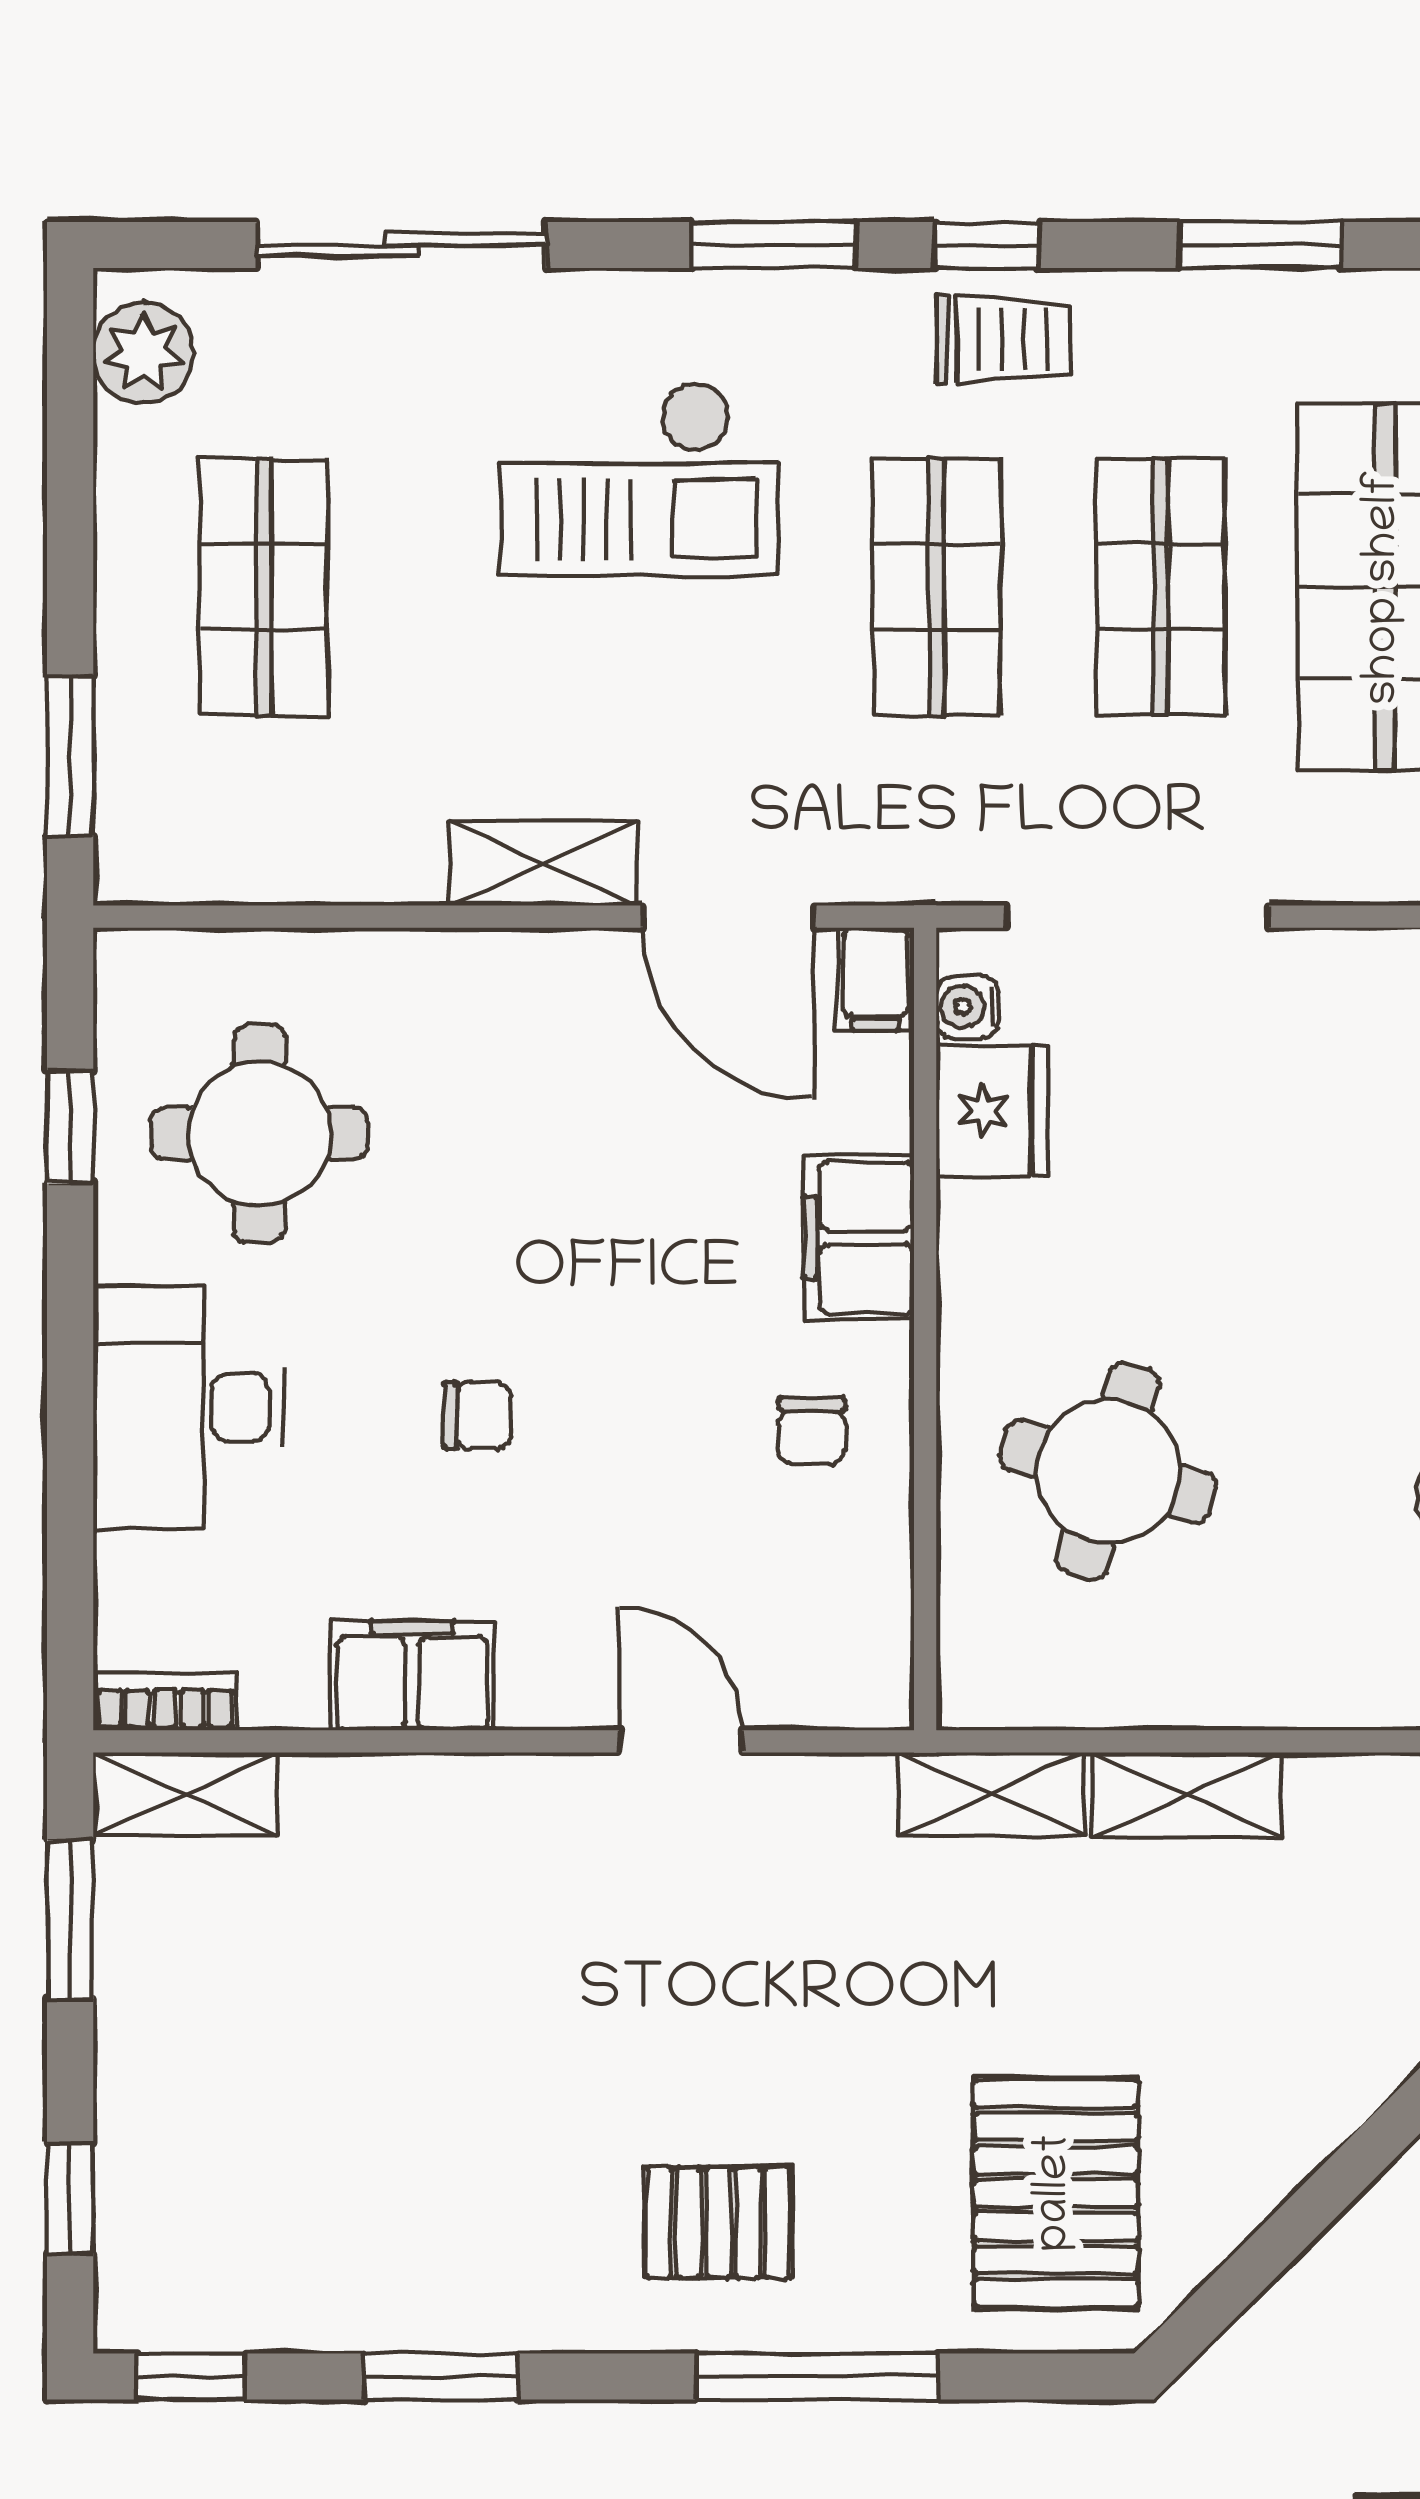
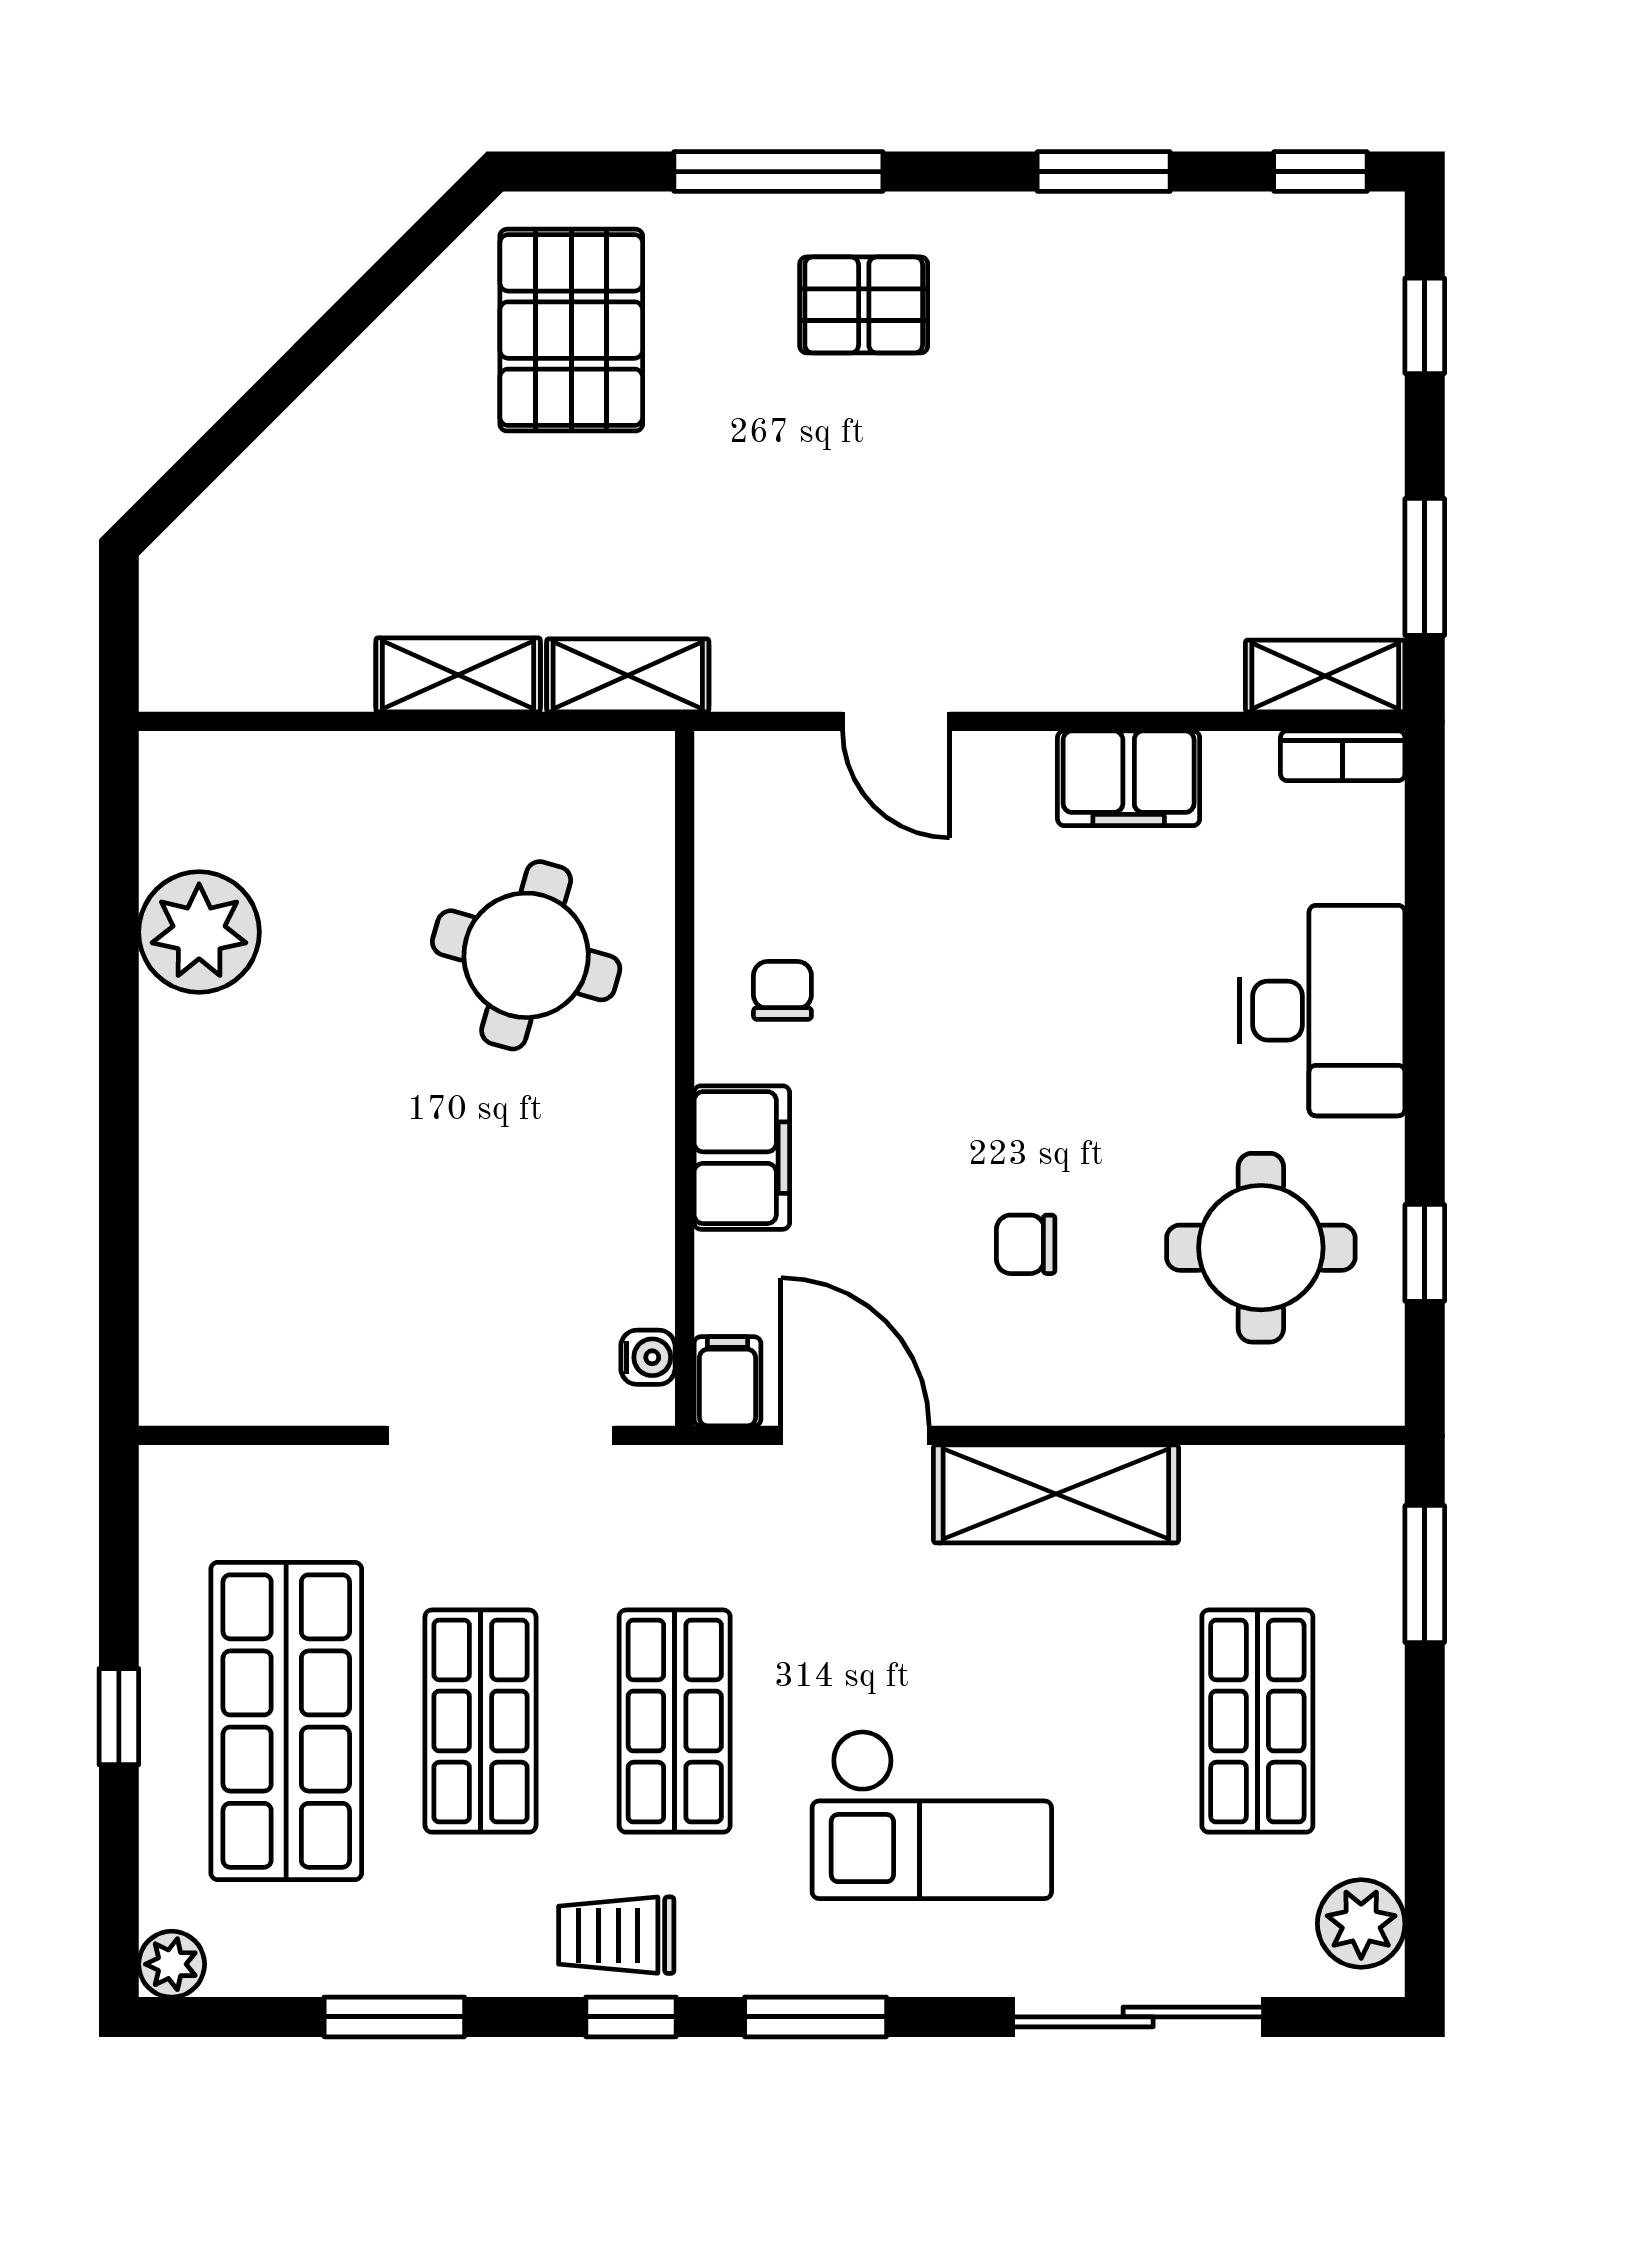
checkout: (639, 479) -> (932, 1814), turned 180
shelving: (543, 863) -> (1056, 1494), width x1.50, depth x1.33
fridge: (992, 1111) -> (626, 1267), removed
chair: (478, 1415) -> (1026, 1244), moved

